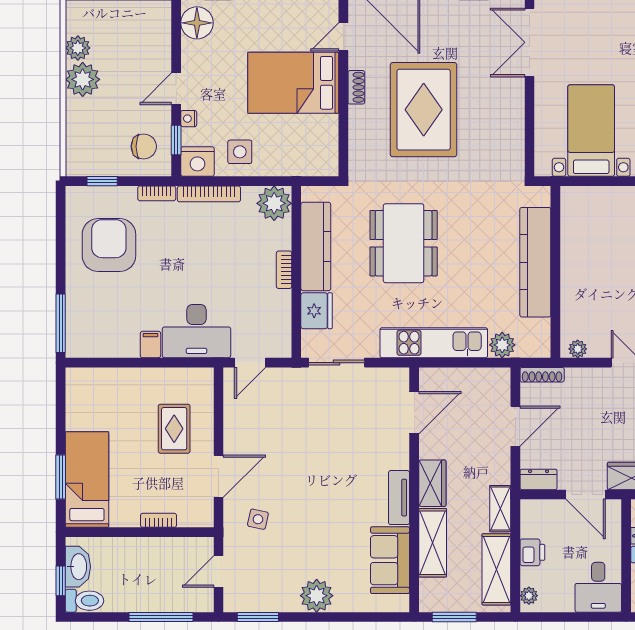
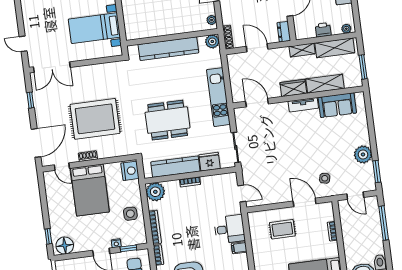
nightstand: (197, 162) -> (130, 171), moved
desk: (196, 331) -> (229, 229), width x0.73
plant: (502, 345) -> (212, 41), moved
plant: (317, 596) -> (363, 154), moved

